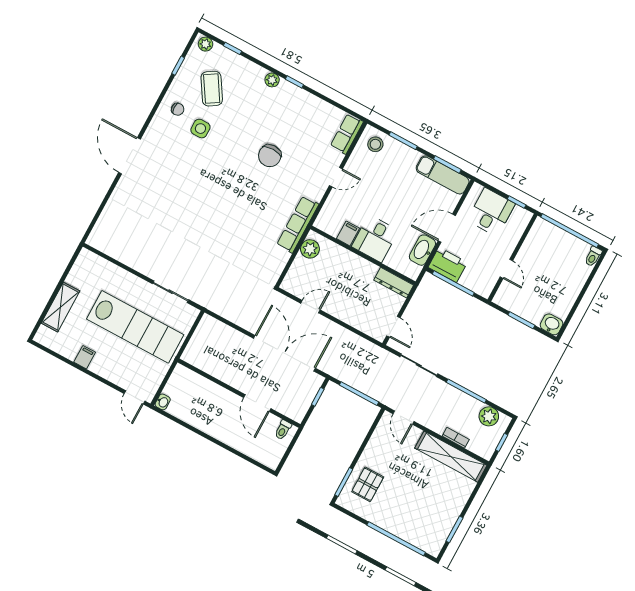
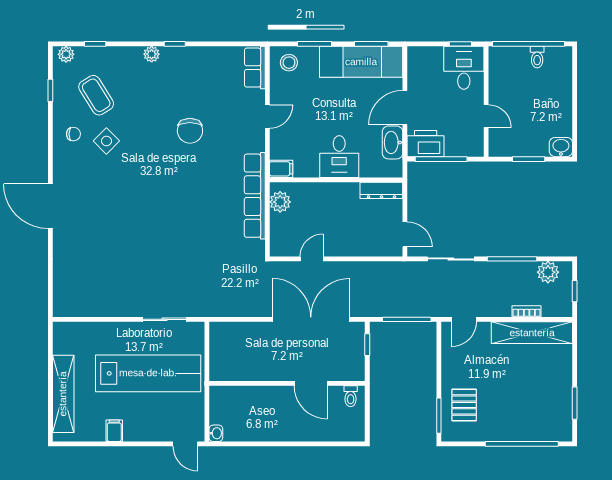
side table: (200, 129) -> (106, 141), turned 45
exam couch: (443, 175) -> (361, 62), width x1.36, depth x1.45
desk: (491, 212) -> (464, 68), moved
row of seats: (298, 224) -> (255, 196), width x1.36
filing cabinet: (348, 233) -> (281, 169), moved, turned 90
toilet: (593, 256) -> (537, 57), moved
shelving: (60, 307) -> (63, 394), width x1.47
door: (404, 418) -> (464, 319), hinge flipped

